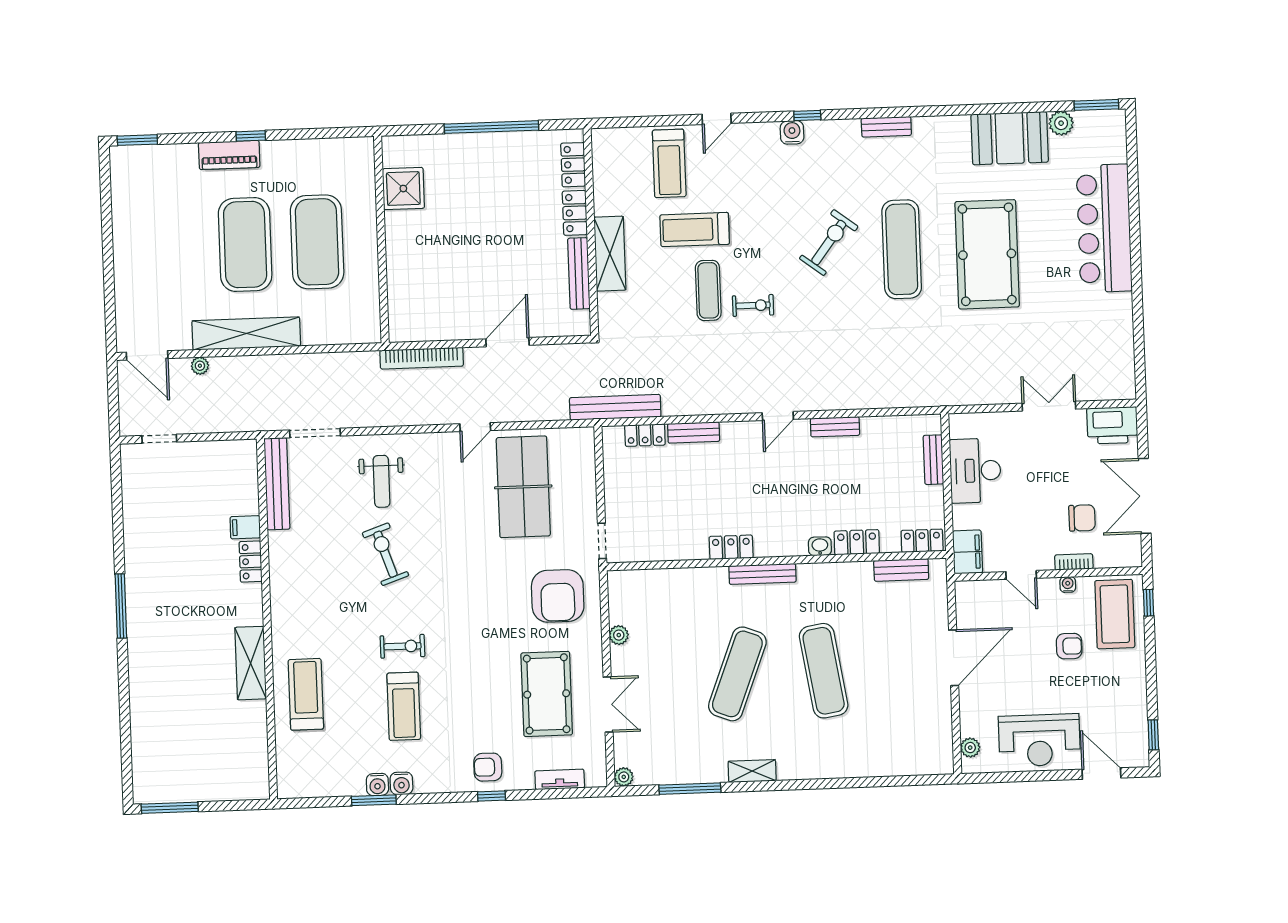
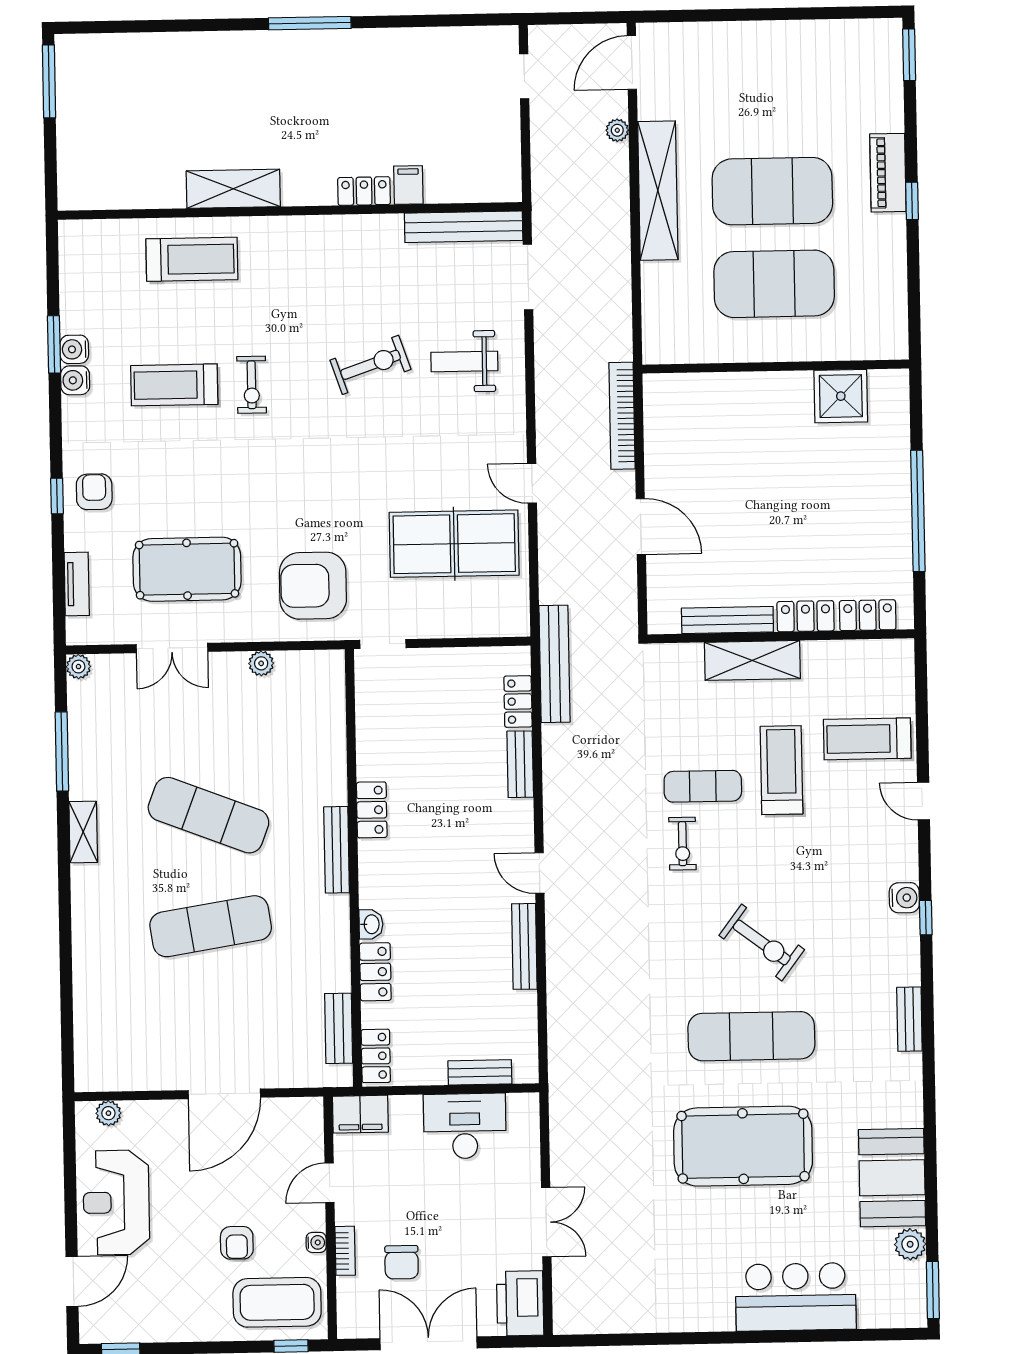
bar counter: (1104, 228) -> (796, 1297), width x0.73
bench: (835, 427) -> (524, 946), width x1.36
door: (954, 658) -> (224, 1094), hinge flipped

